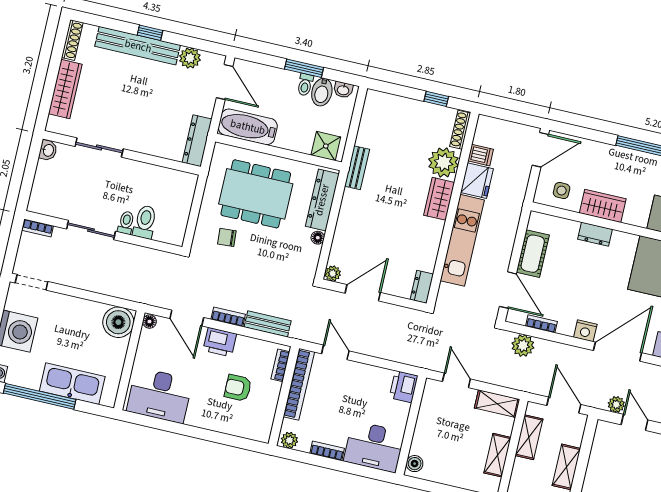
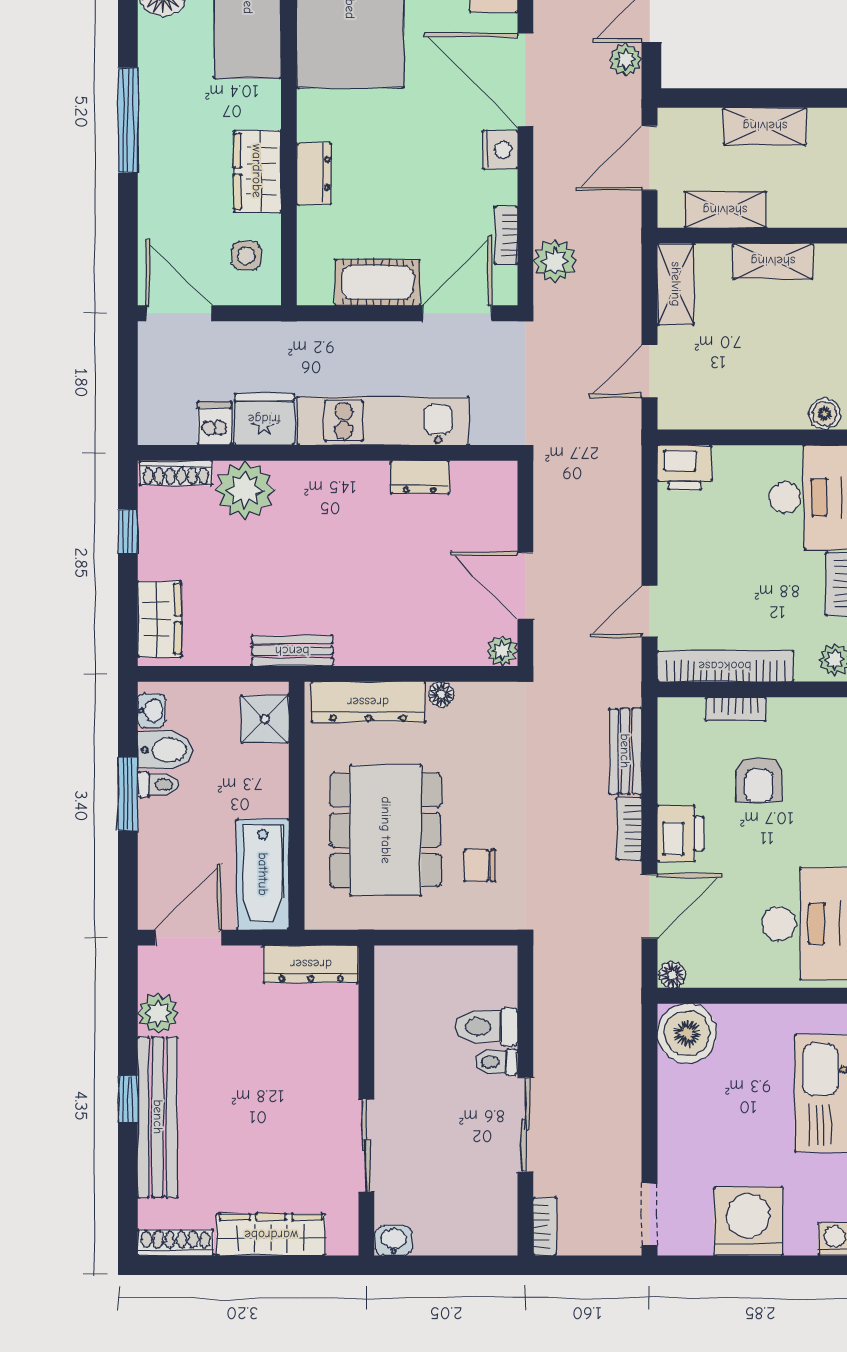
wardrobe: (439, 199) -> (160, 619), moved, turned -90
chair: (227, 237) -> (480, 866), turned 94
dresser: (422, 287) -> (420, 477), moved
bookcase: (280, 365) -> (736, 709), moved

